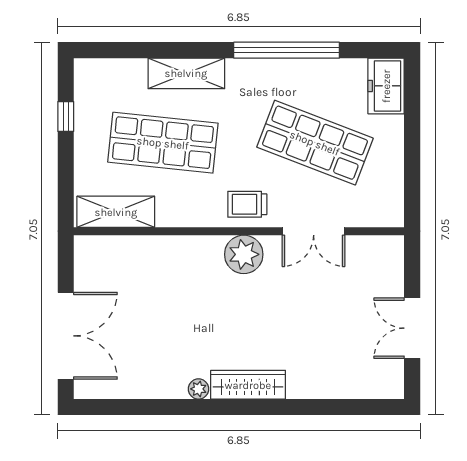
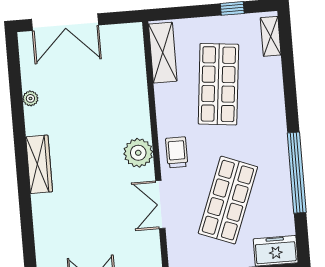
shelving: (186, 73) -> (271, 36), moved, width x0.67, depth x0.75
plant: (198, 389) -> (30, 98), moved

